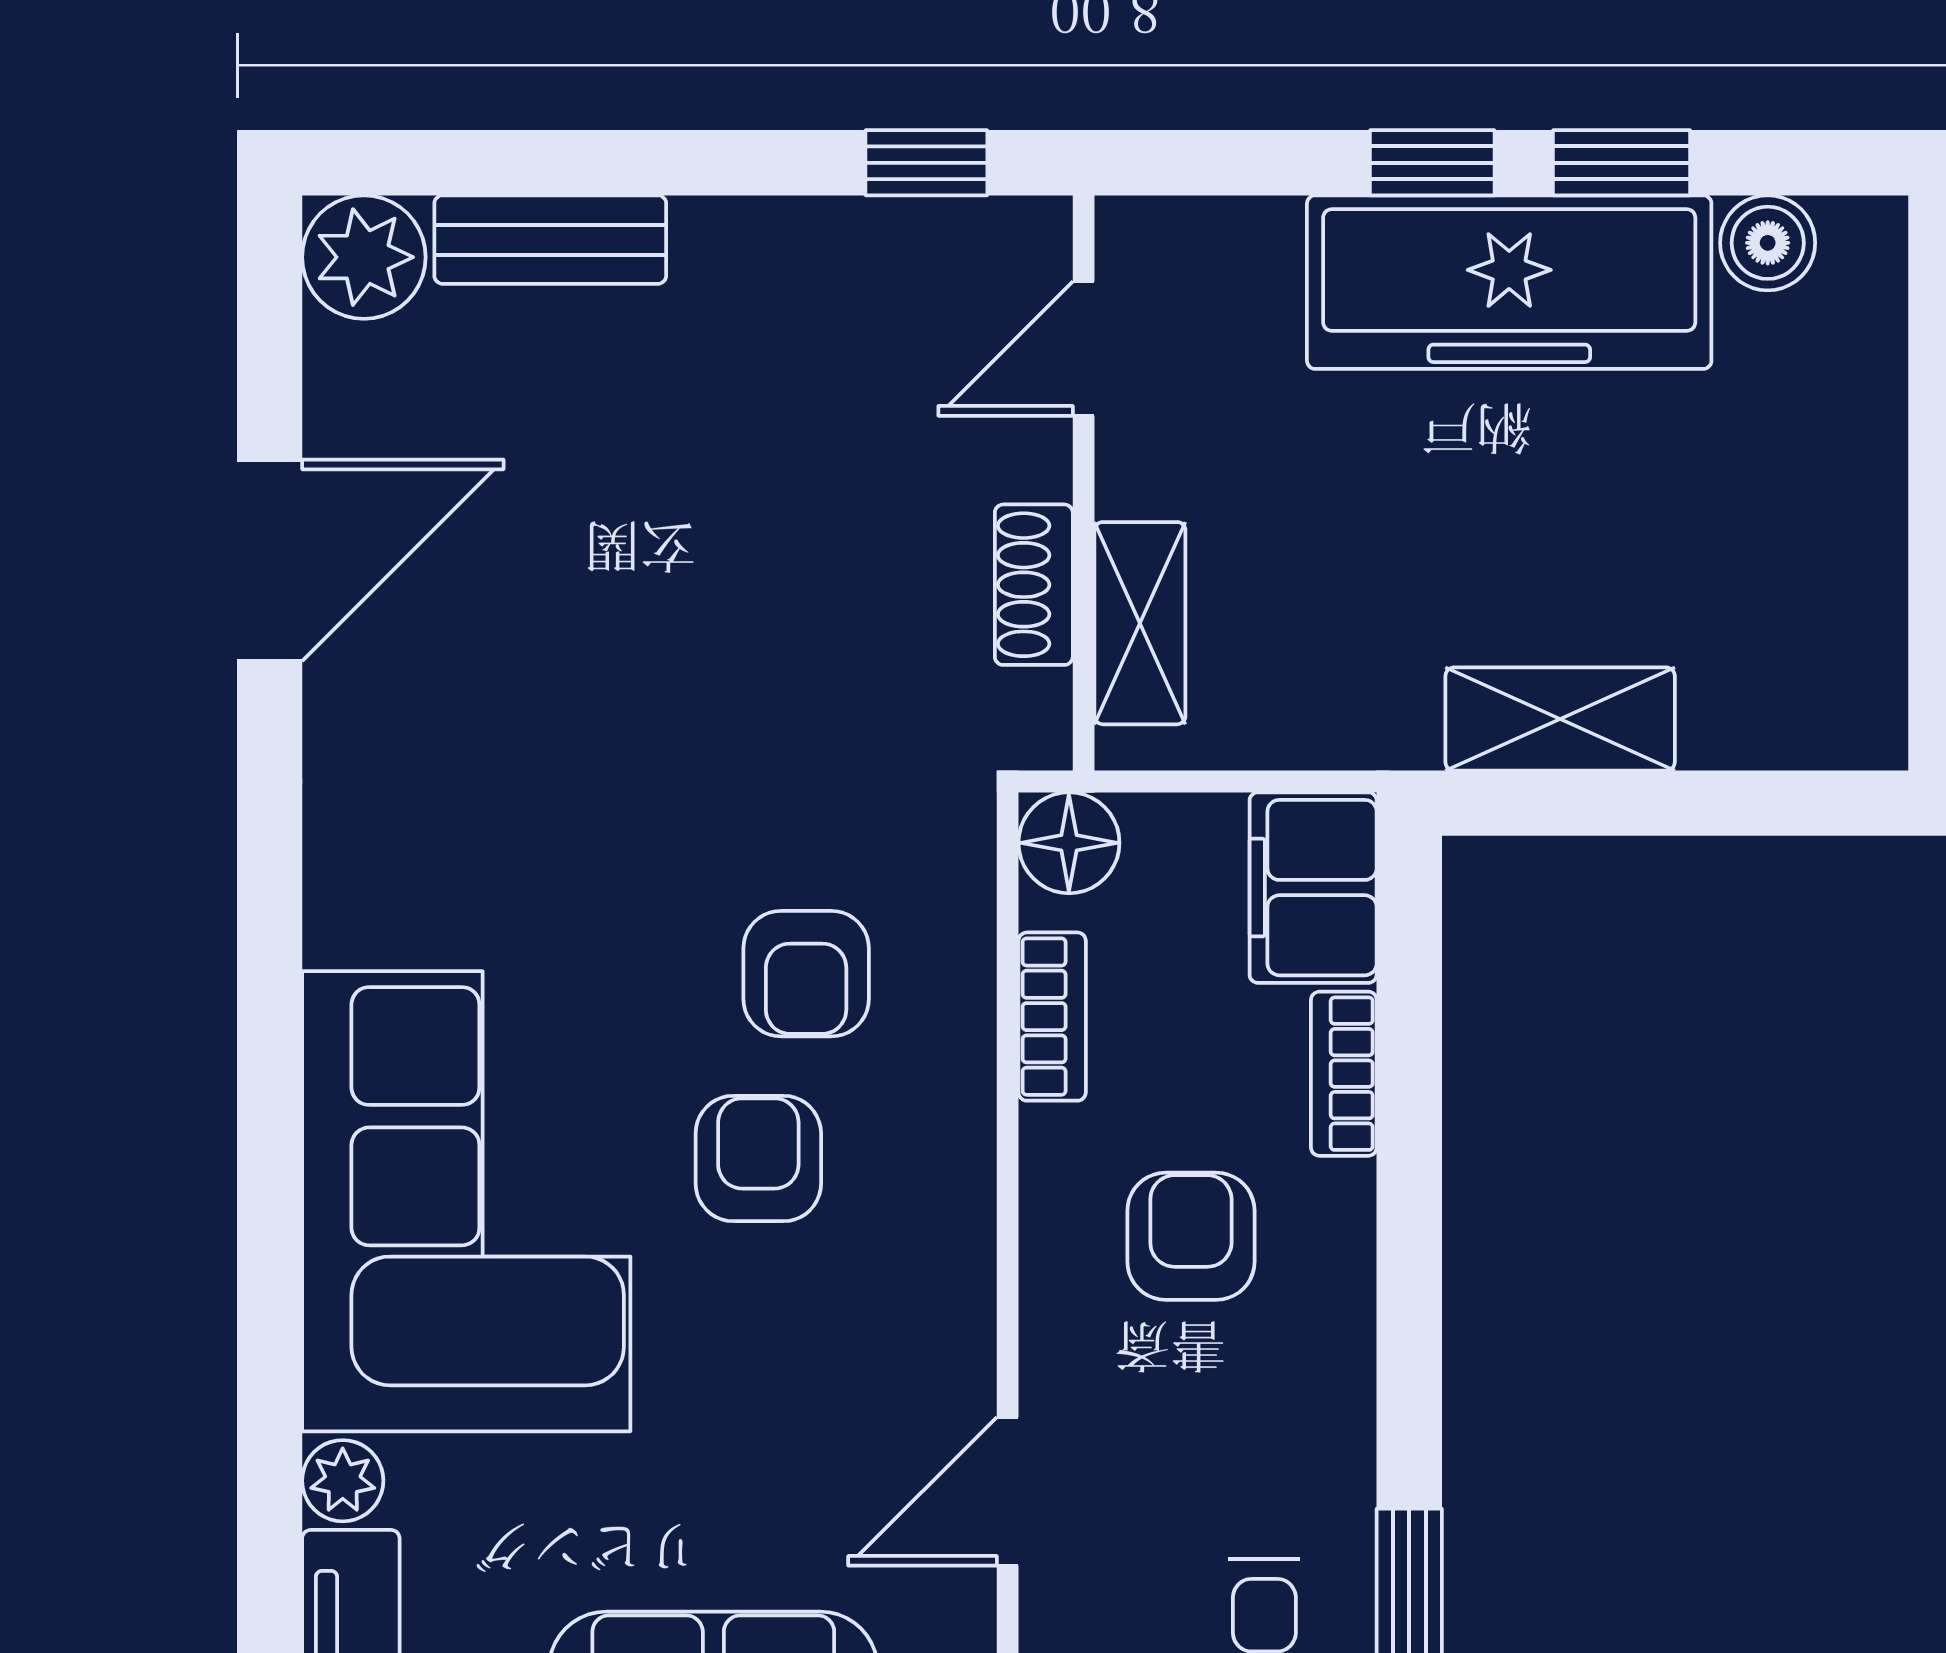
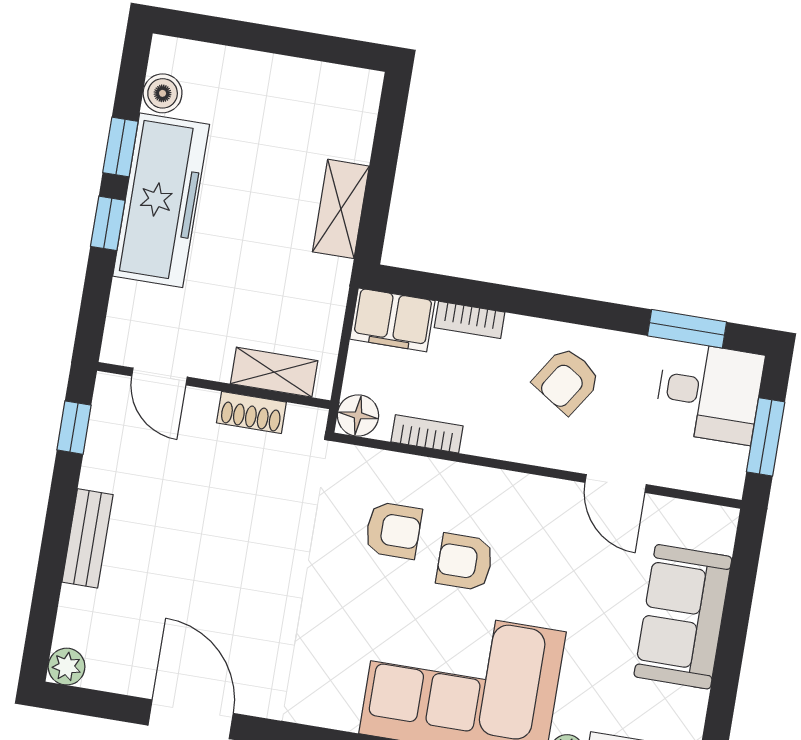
bench: (550, 240) -> (88, 538), moved
plant: (364, 257) -> (67, 667), width x0.73, depth x0.73
armchair: (1191, 1236) -> (567, 380), moved, turned -57

